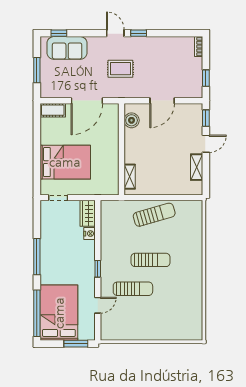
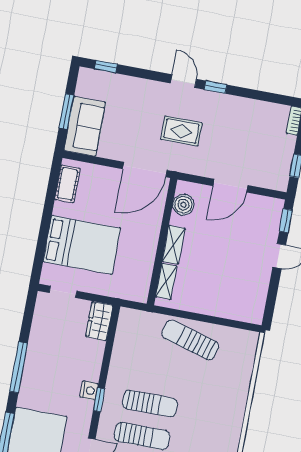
sofa: (67, 48) -> (85, 126), moved, turned -90
door: (87, 101) -> (145, 170), moved
cot: (53, 110) -> (67, 184), moved, turned 90
shelving: (197, 167) -> (174, 245), moved
sun lounger: (154, 215) -> (190, 340), turned -148
nightstand: (90, 234) -> (89, 390), moved
sun lounger: (151, 260) -> (150, 403), moved

